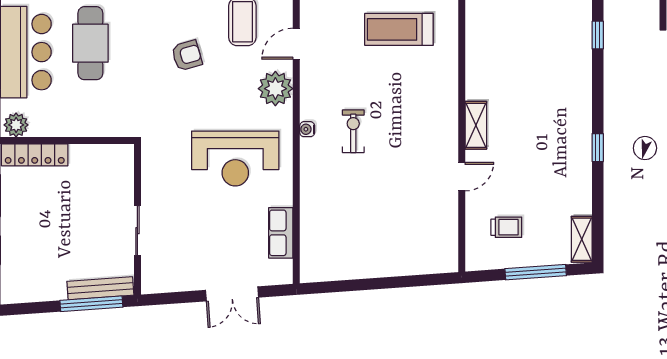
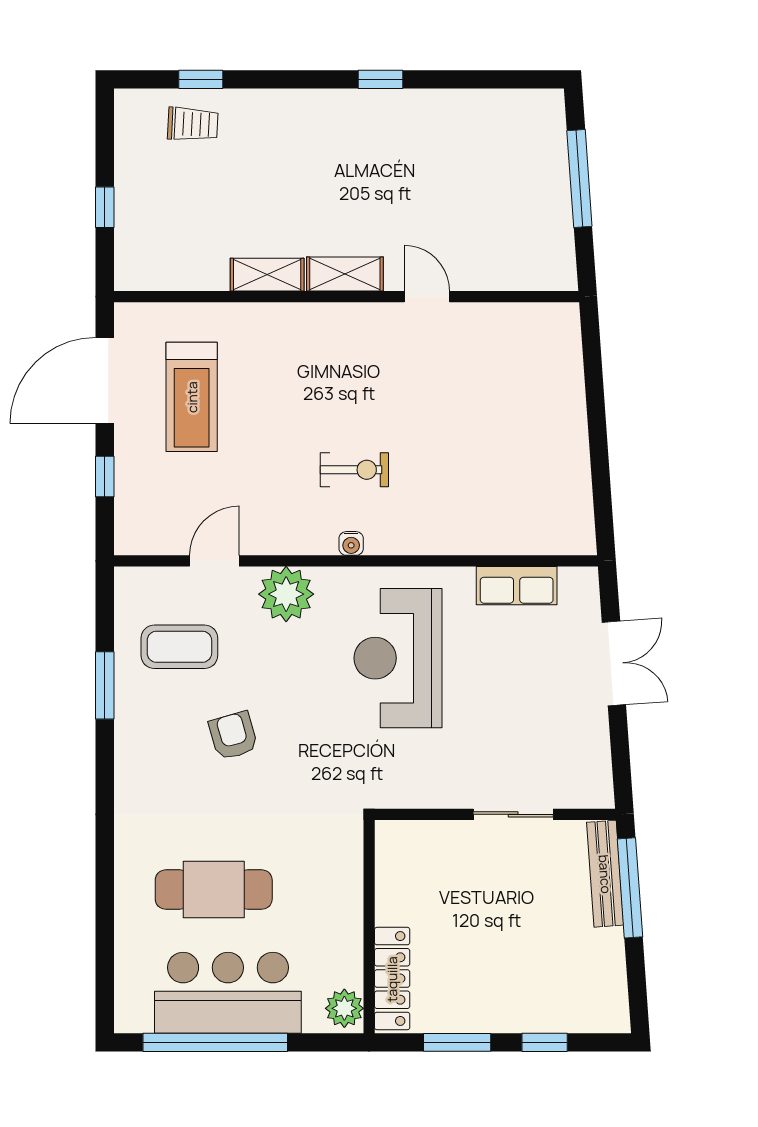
door: (296, 44) -> (214, 561), swing flipped
exercise bike: (353, 131) -> (354, 470), turned 180
reception desk: (235, 159) -> (398, 658), turned 180
trolley: (506, 227) -> (193, 124), moved, turned 93
shelving: (582, 239) -> (267, 275), moved

